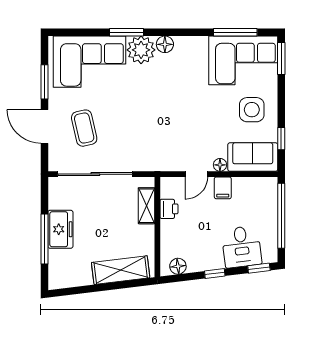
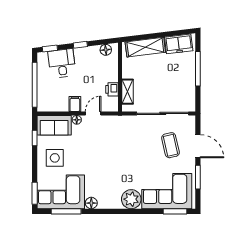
window: (126, 32) -> (175, 211), moved
floor lamp: (165, 44) -> (91, 203), moved
freezer: (60, 229) -> (179, 44), moved, turned -97

